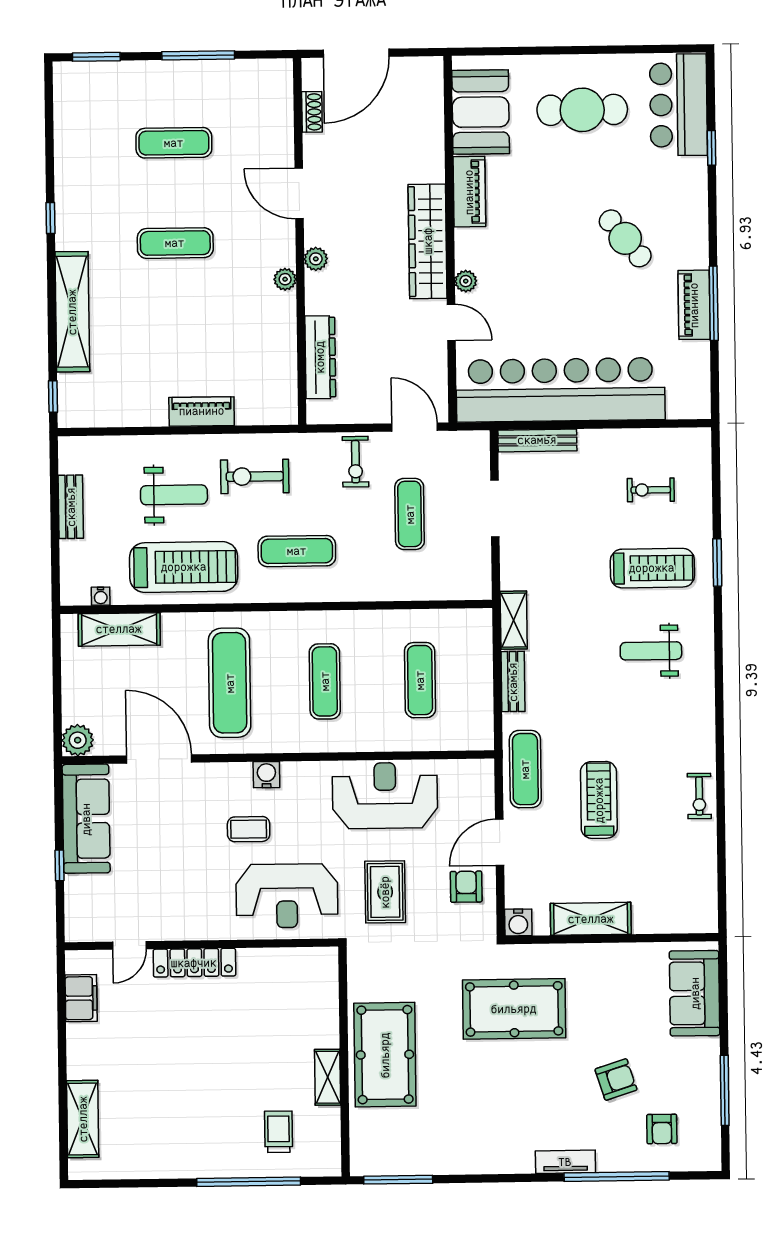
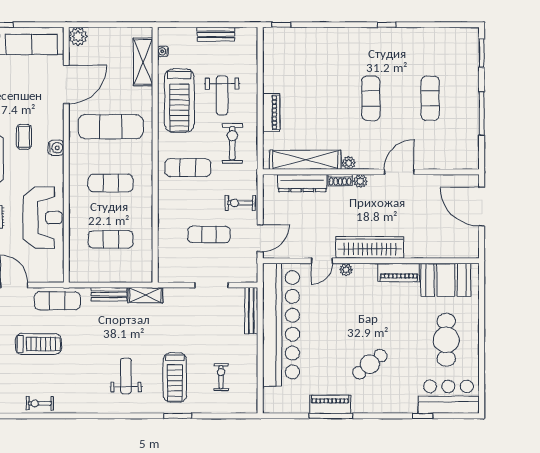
shoe rack: (312, 112) -> (340, 180), moved
shelving: (72, 312) -> (305, 160), moved
exercise mat: (297, 551) -> (188, 168), turned 90

